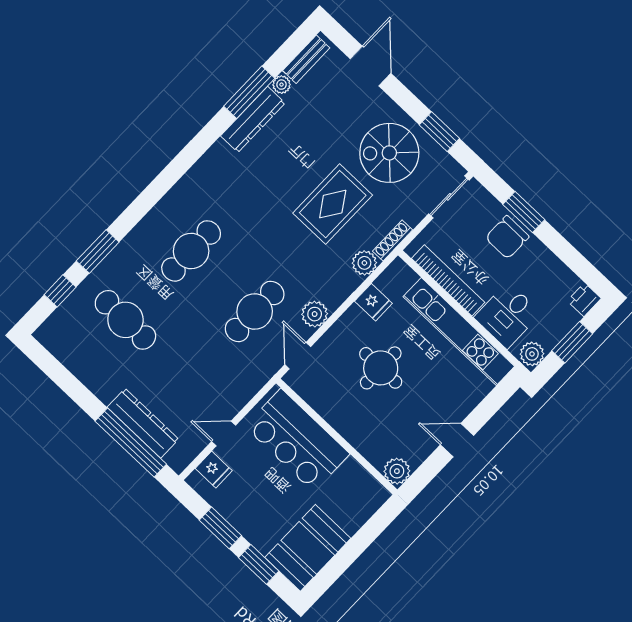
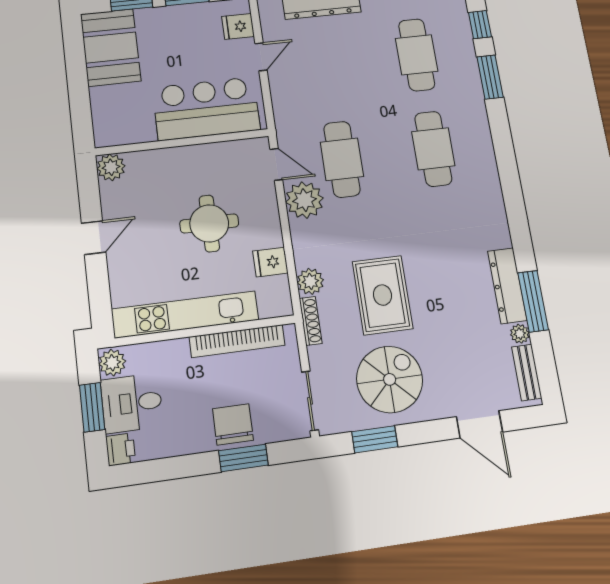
plant: (315, 314) -> (304, 200), width x1.36, depth x1.36
desk: (508, 315) -> (132, 403), moved, turned -90
cafe table: (125, 320) -> (417, 55), turned 90

